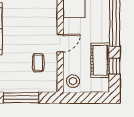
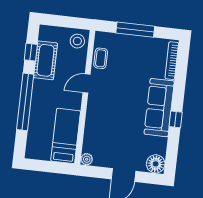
coffee table: (38, 63) -> (101, 58), moved

